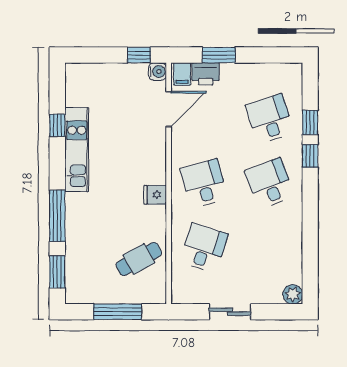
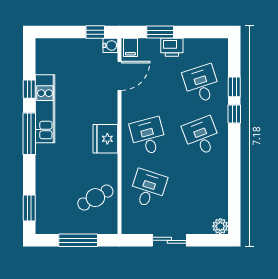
printer: (206, 74) -> (172, 47), moved
fridge: (155, 195) -> (105, 139), width x1.88, depth x1.34
window: (57, 216) -> (29, 134), moved

